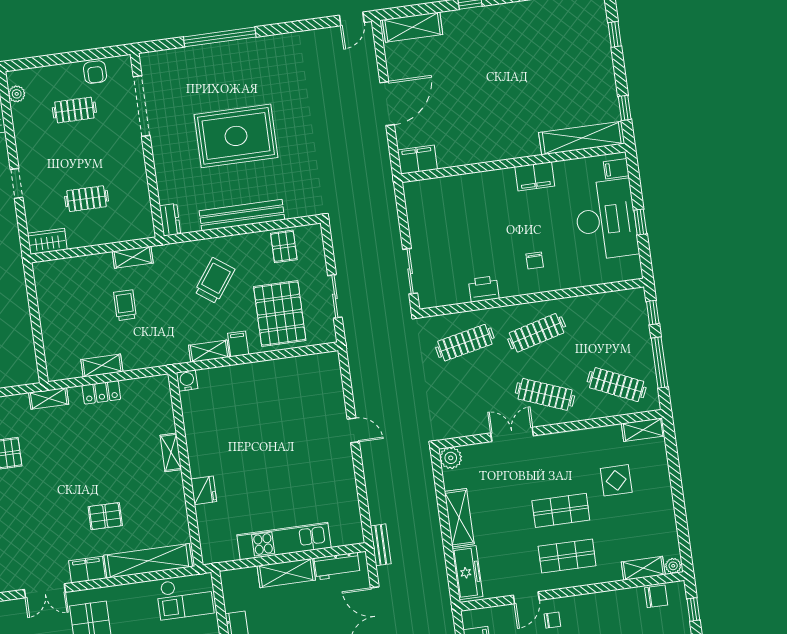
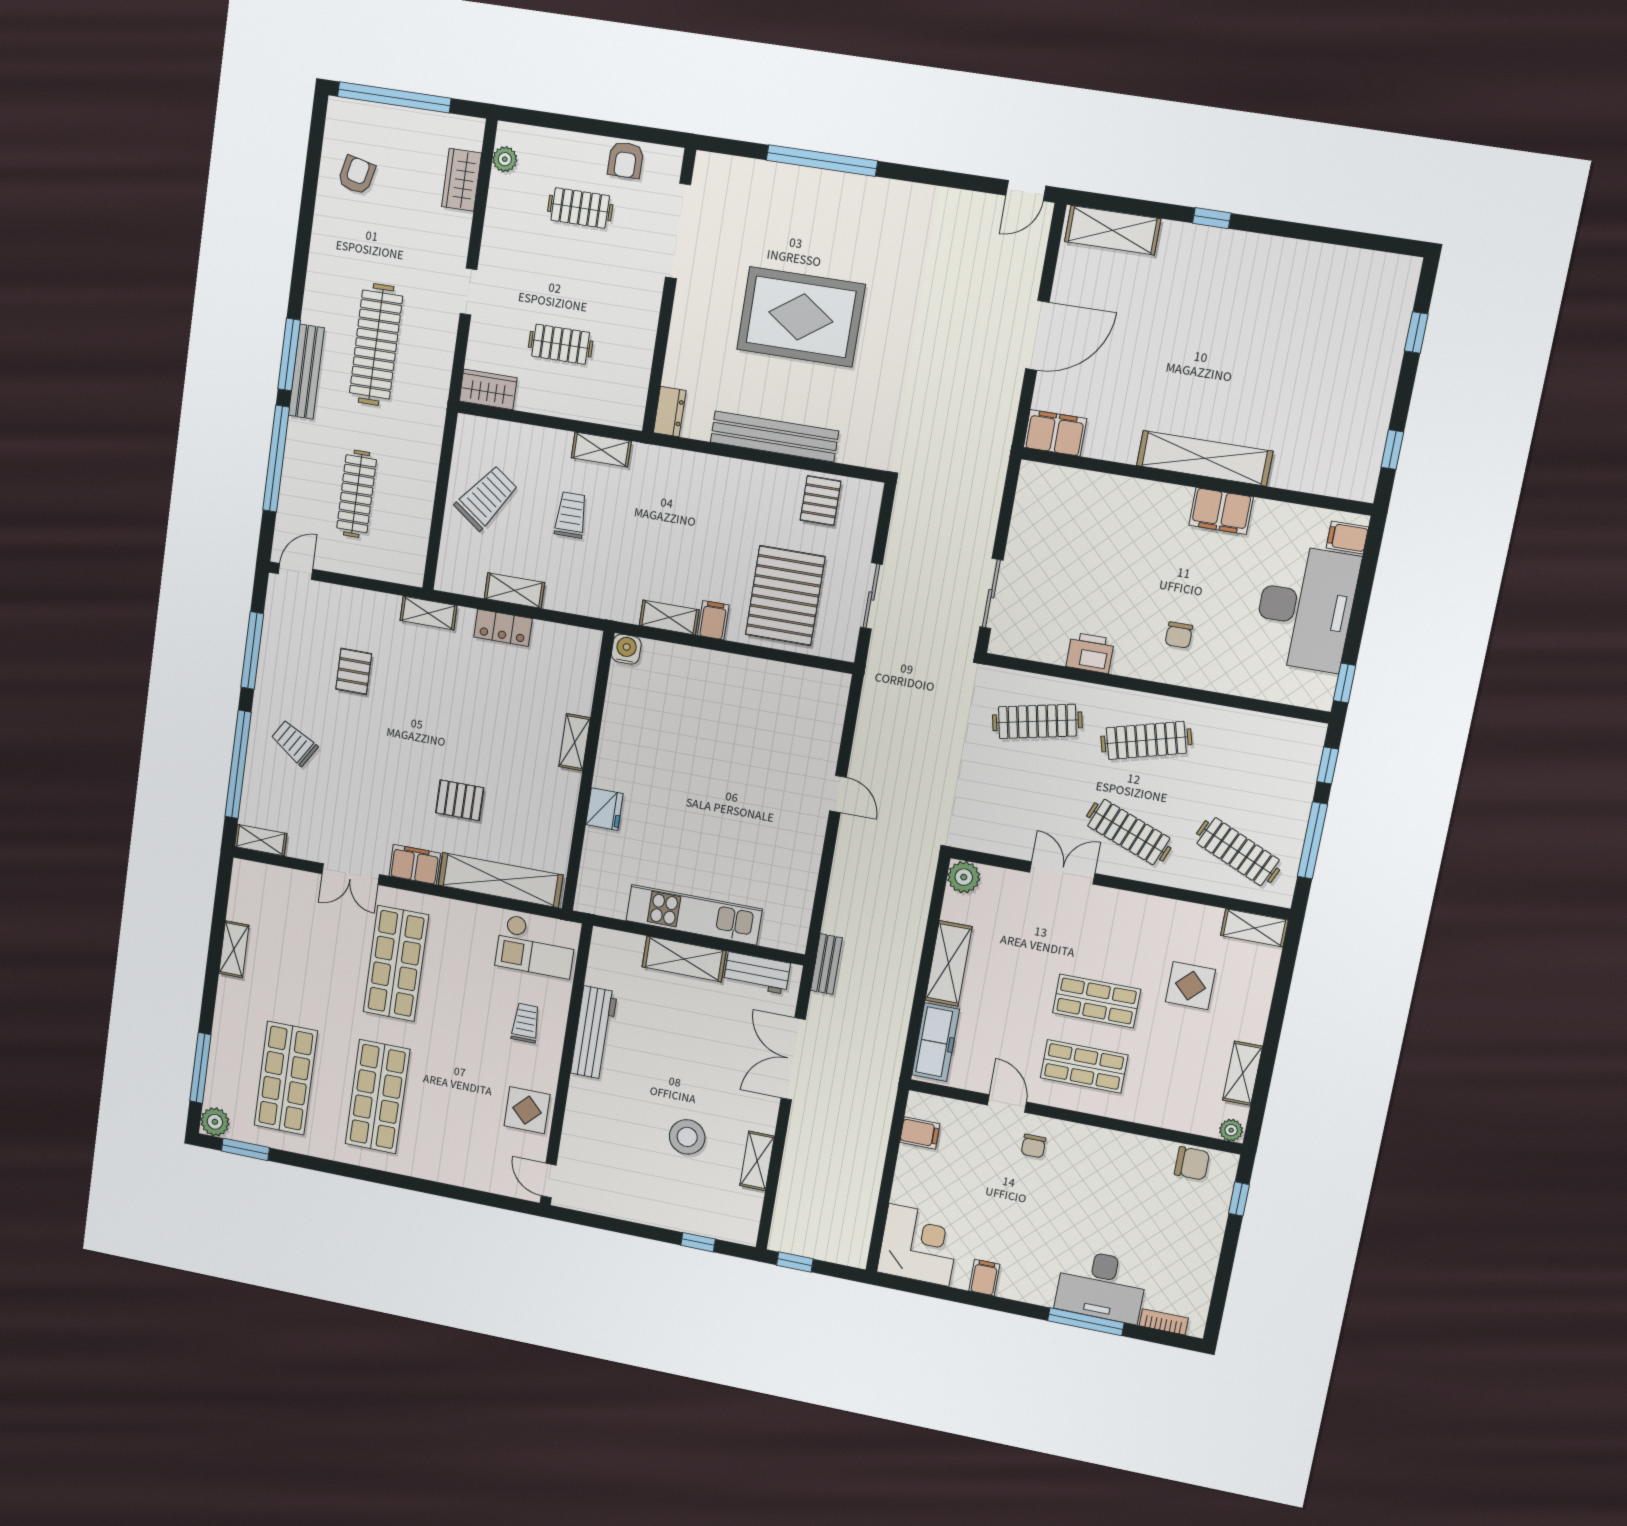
shelving: (582, 138) -> (1205, 458), moved
window: (640, 222) -> (1345, 683), moved
trolley: (215, 281) -> (486, 498), moved
shelving: (643, 568) -> (1243, 1073), moved, turned 90
door: (526, 598) -> (1007, 1104), swing flipped
chair: (552, 620) -> (1033, 1146), turned 90

